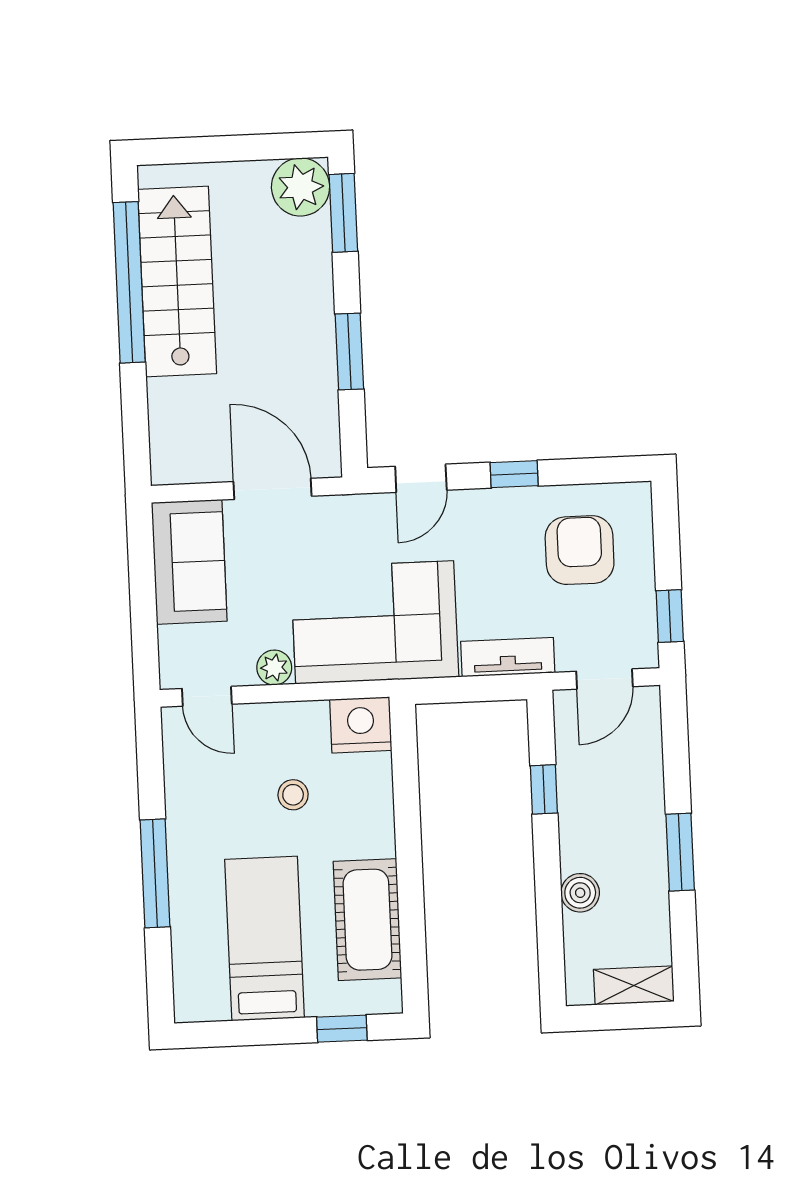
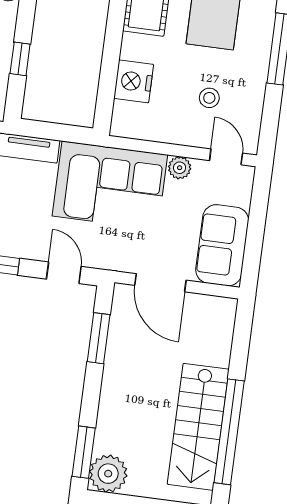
window: (349, 352) -> (99, 338), moved
door: (421, 478) -> (64, 273), hinge flipped
nightstand: (361, 725) -> (134, 81), moved, turned 90
stool: (293, 795) -> (209, 98), moved

